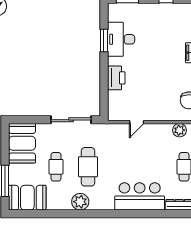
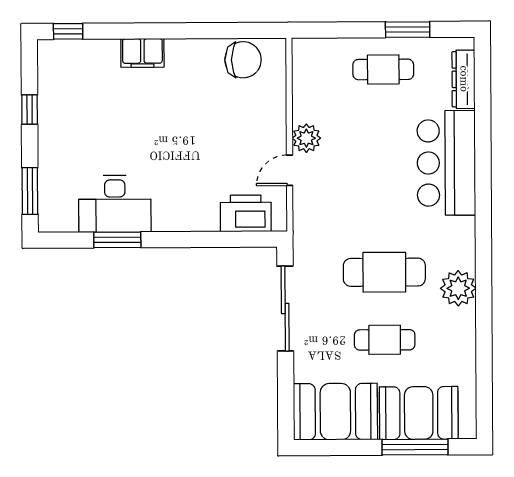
printer: (116, 78) -> (246, 213), moved
door: (137, 122) -> (290, 170), swing flipped
plant: (179, 130) -> (306, 138), moved
booth: (27, 198) -> (419, 413), moved, turned 90

